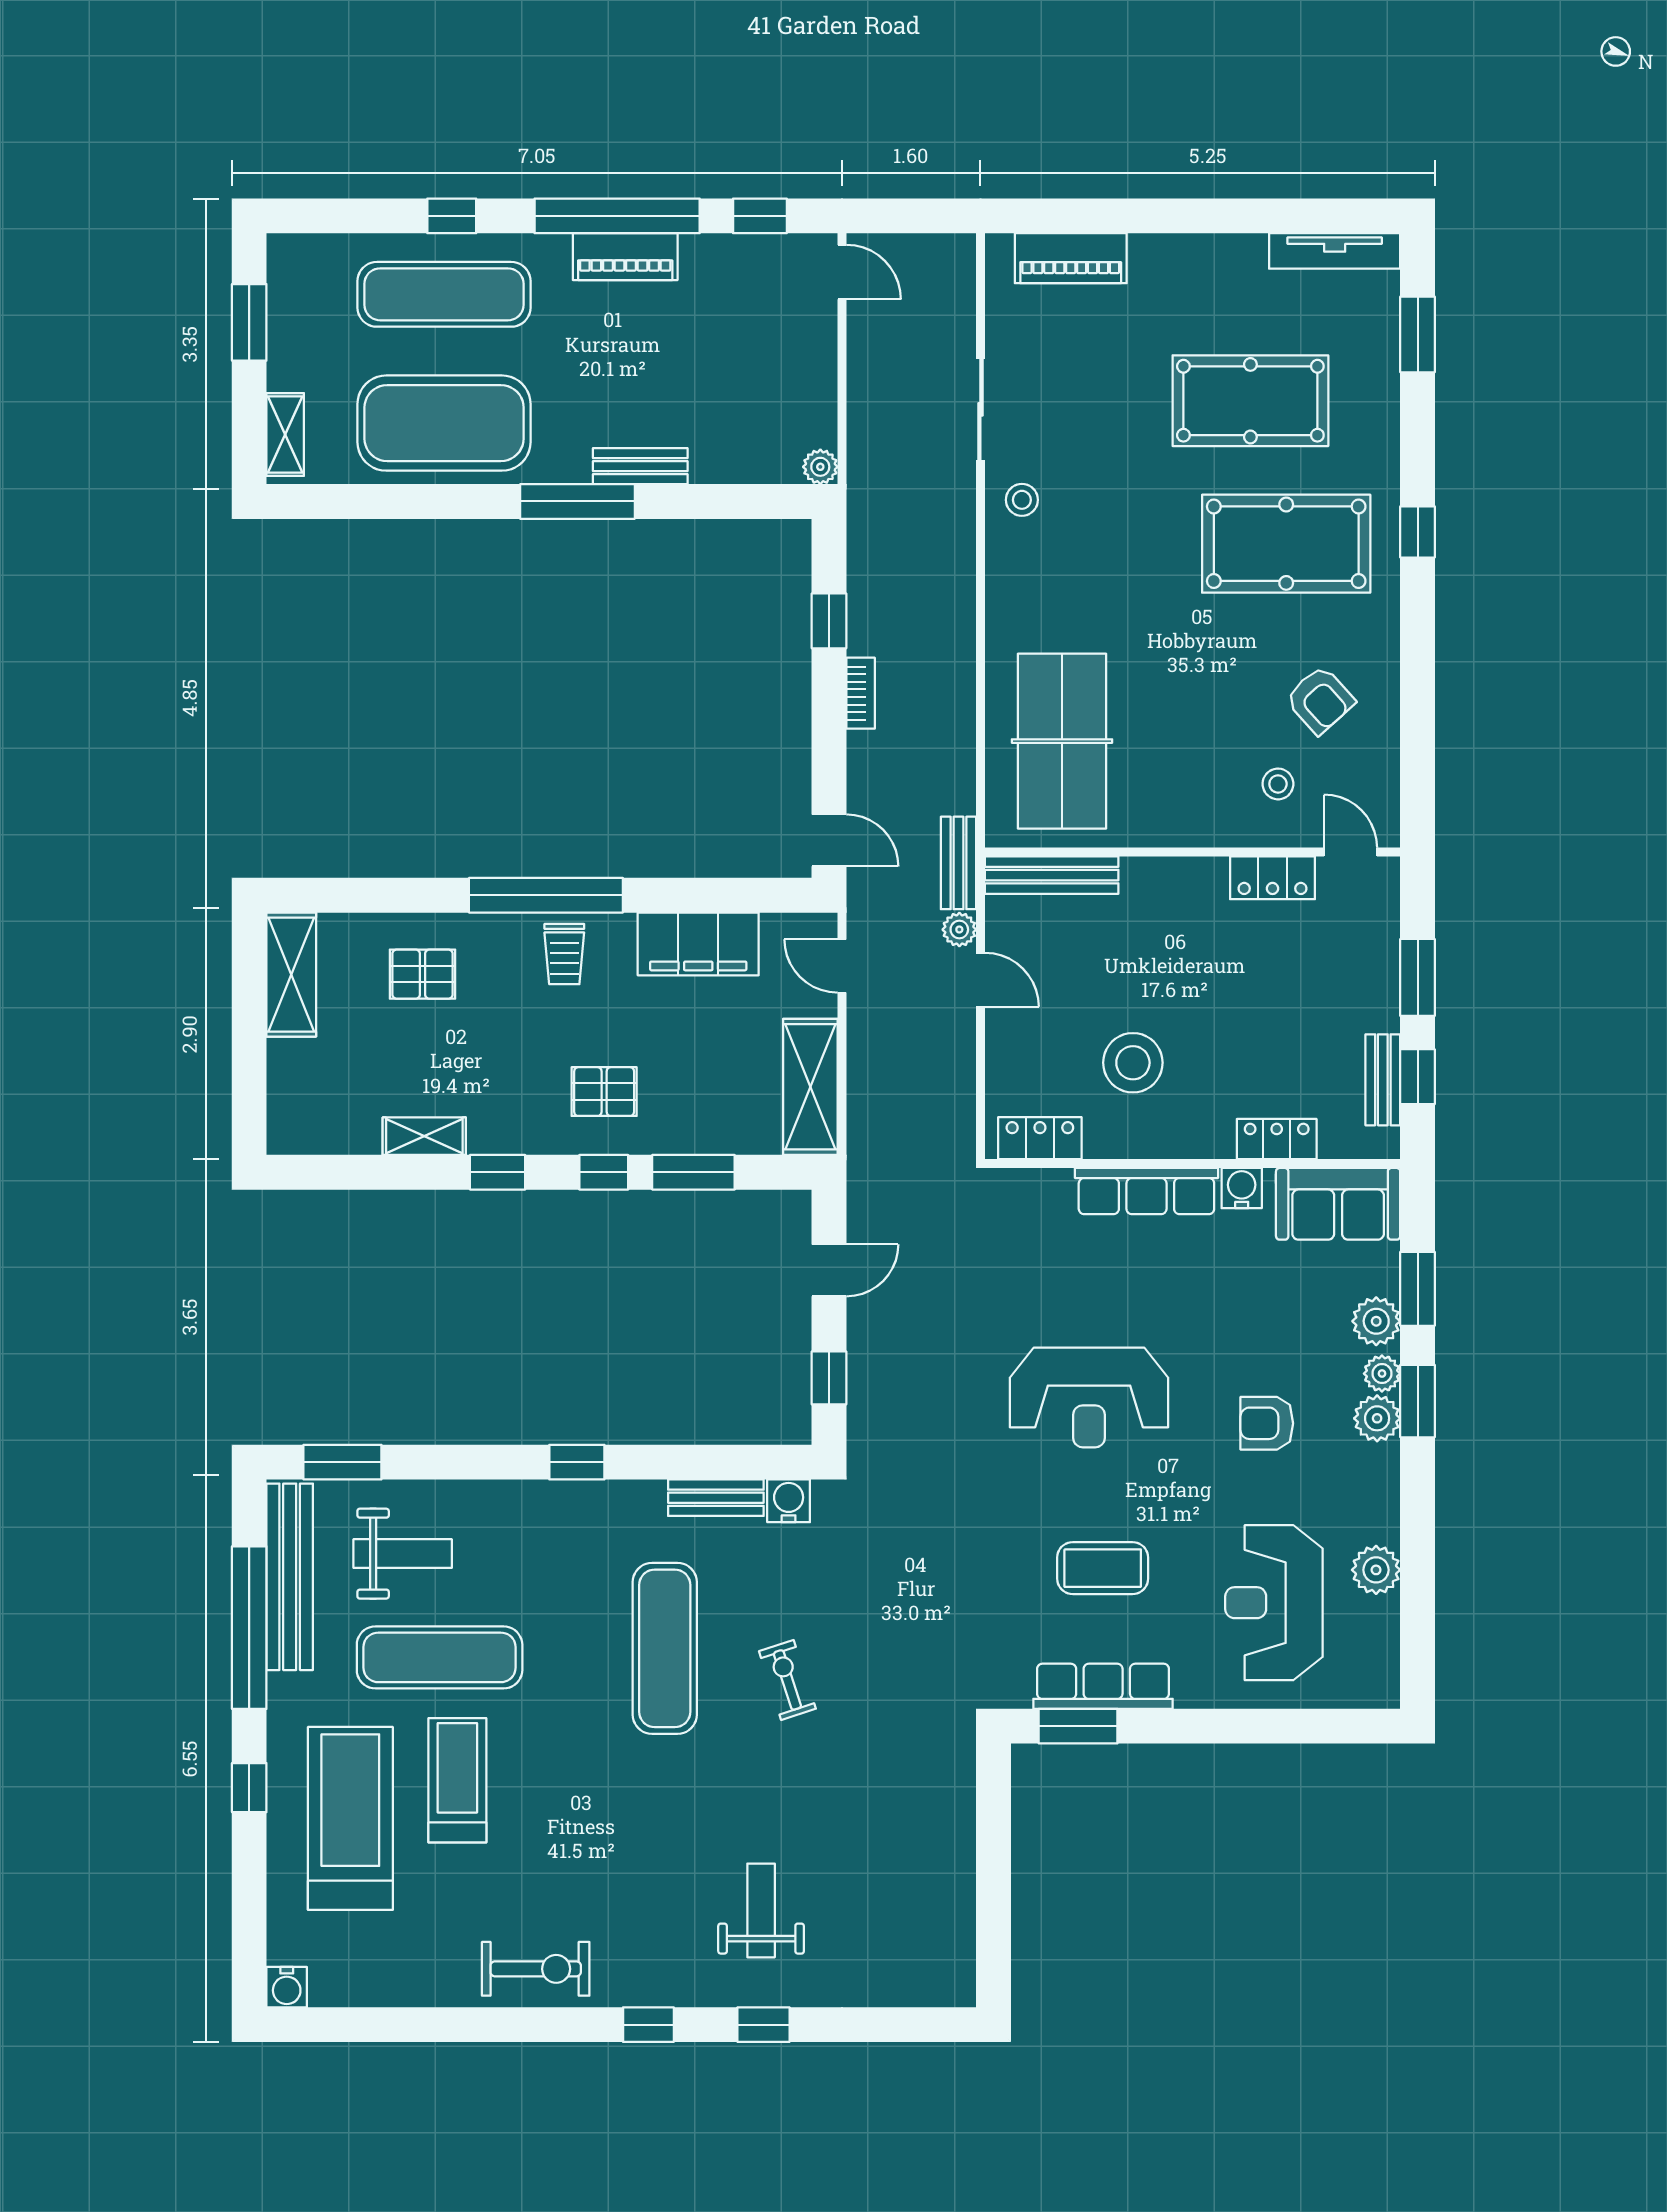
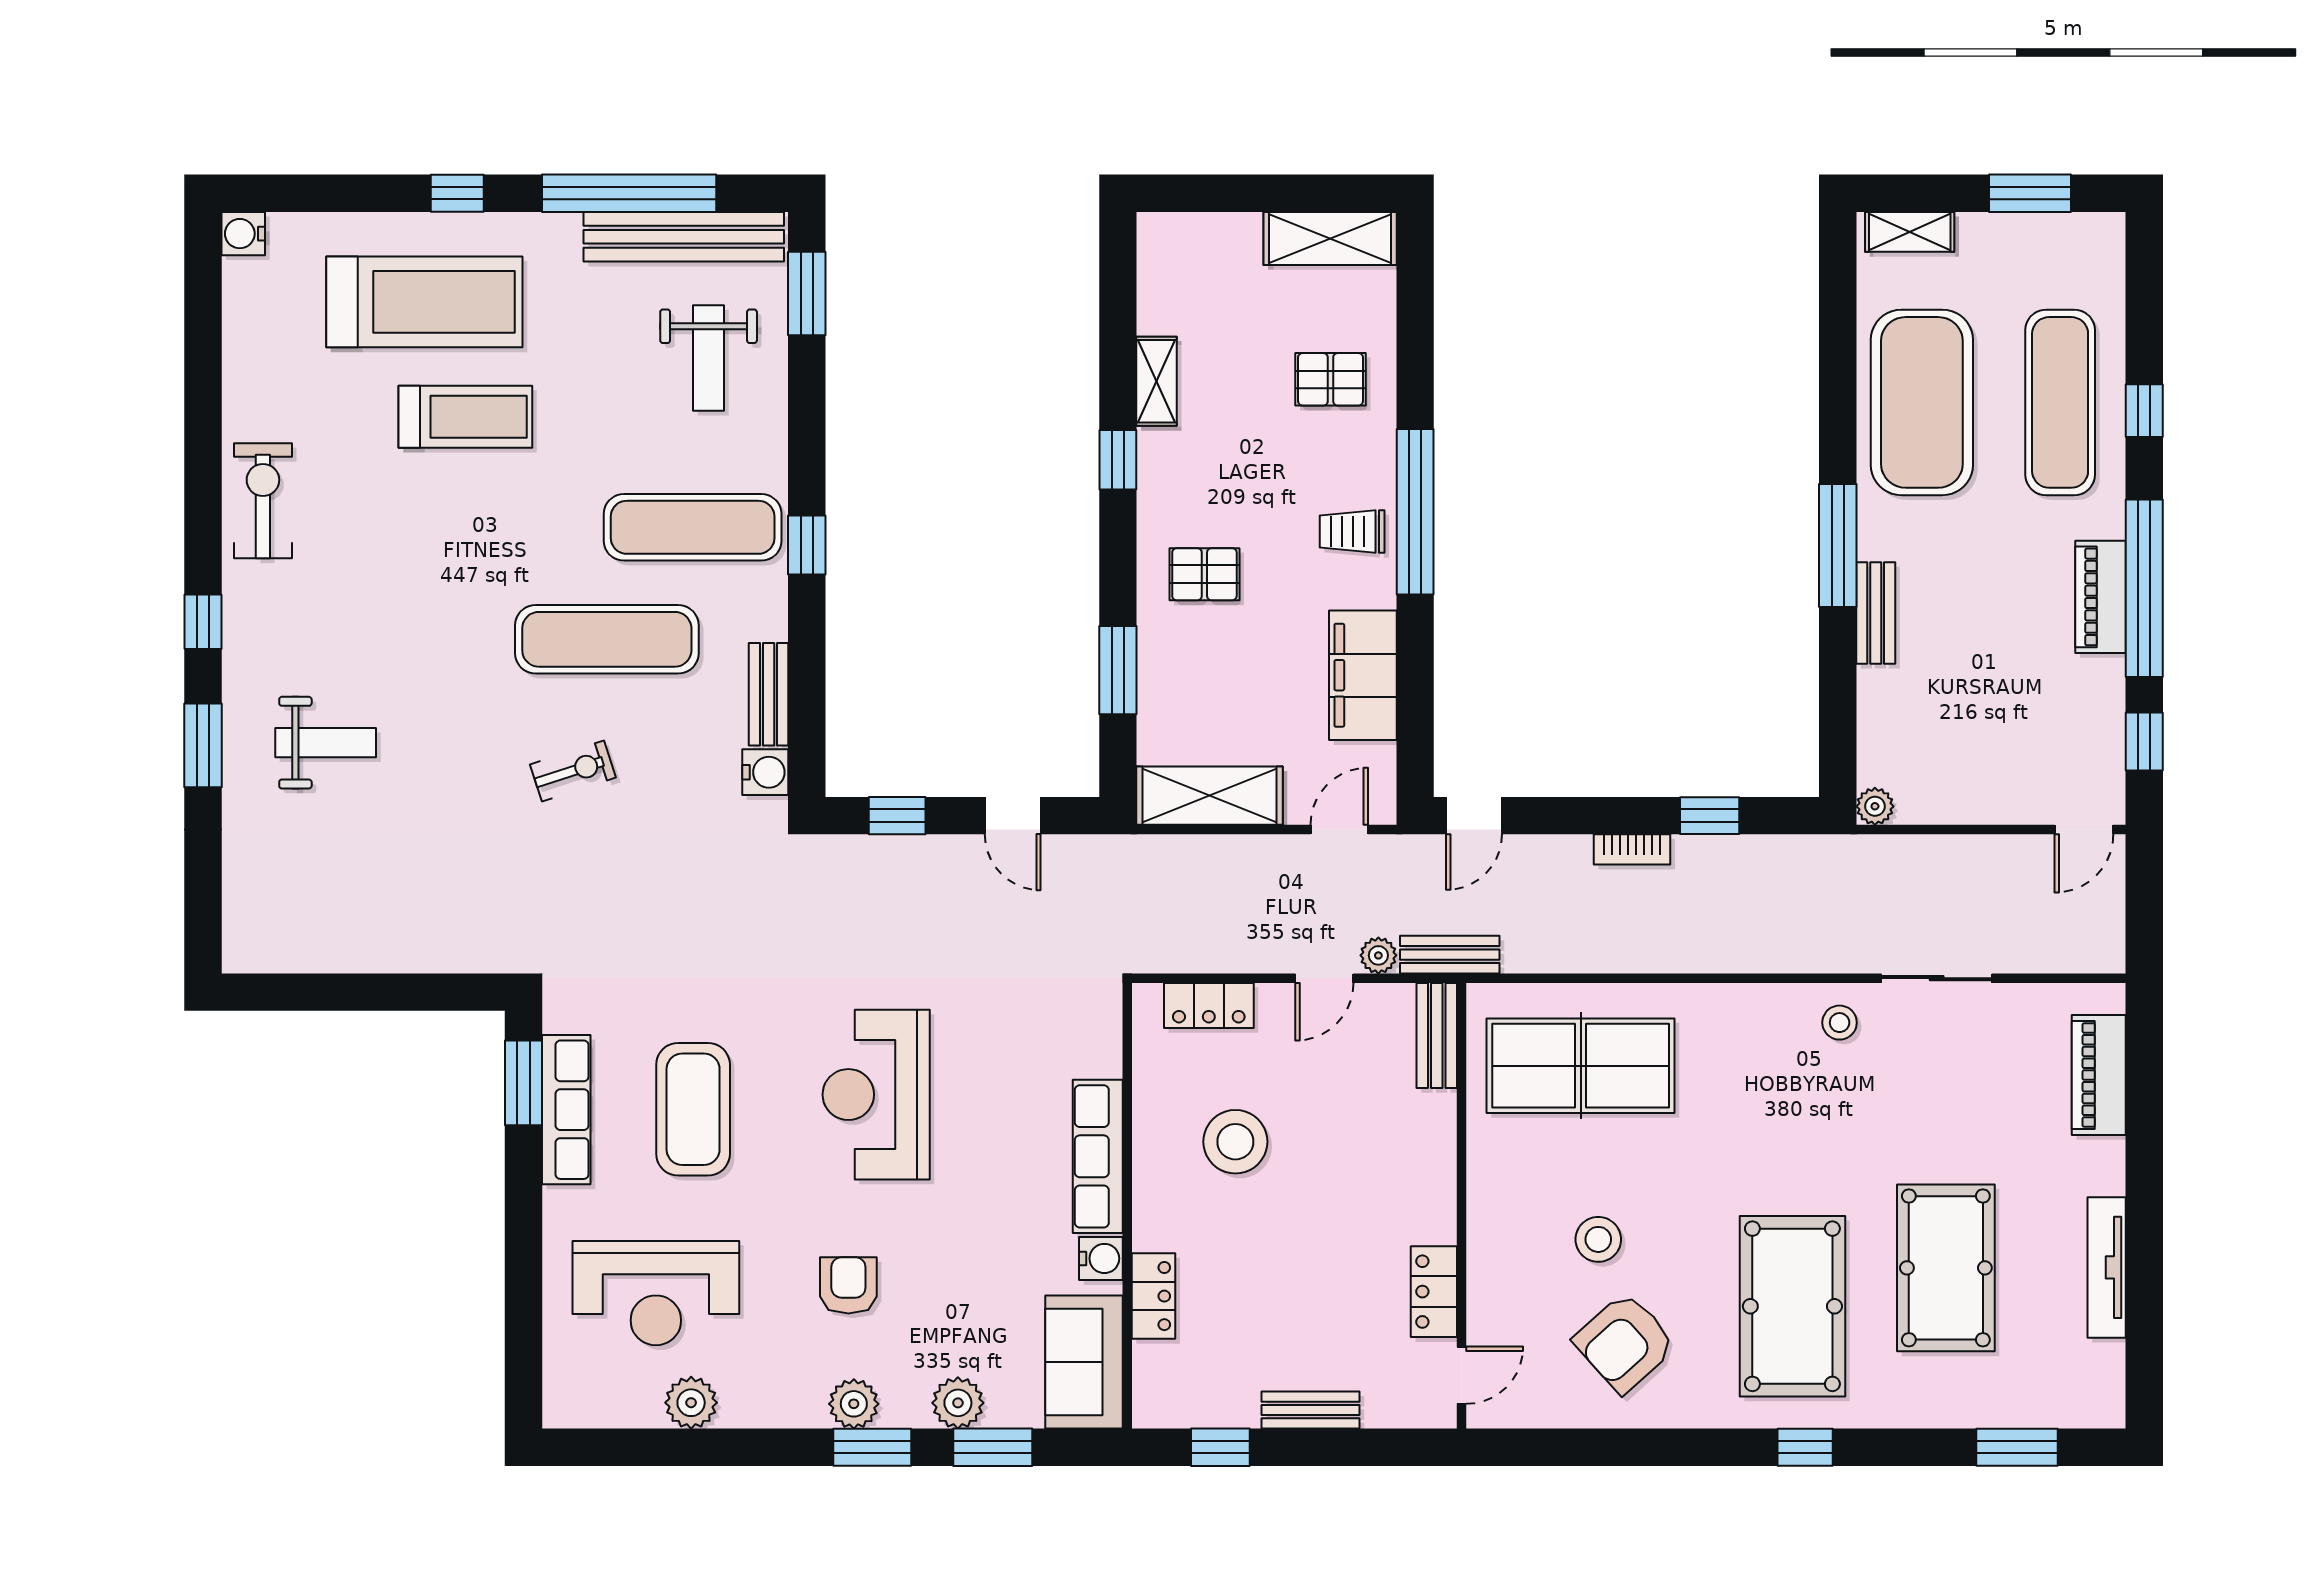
tv unit: (1335, 251) -> (2107, 1267), moved
armchair: (1320, 700) -> (1625, 1343), width x1.38, depth x1.38
stool: (1278, 784) -> (1598, 1239), moved, width x1.37, depth x1.37
bench: (1052, 875) -> (1437, 1035), width x0.73
pallet: (423, 974) -> (1331, 379), turned 90
window: (1418, 977) -> (1327, 1447), removed
bench: (1383, 1080) -> (1311, 1410), moved
pallet: (604, 1092) -> (1204, 574), turned 90
locker: (1040, 1138) -> (1209, 1005), moved, turned 90
window: (604, 1172) -> (1118, 574), removed
plant: (1382, 1374) -> (902, 1409), removed
coffee table: (1103, 1568) -> (693, 1109), width x1.36, depth x1.32
reception desk: (1274, 1603) -> (656, 1293), turned 180
exercise mat: (440, 1657) -> (693, 527), moved, turned 90
exercise bike: (536, 1969) -> (263, 501), turned 180
window: (763, 2025) -> (203, 745), width x1.50

